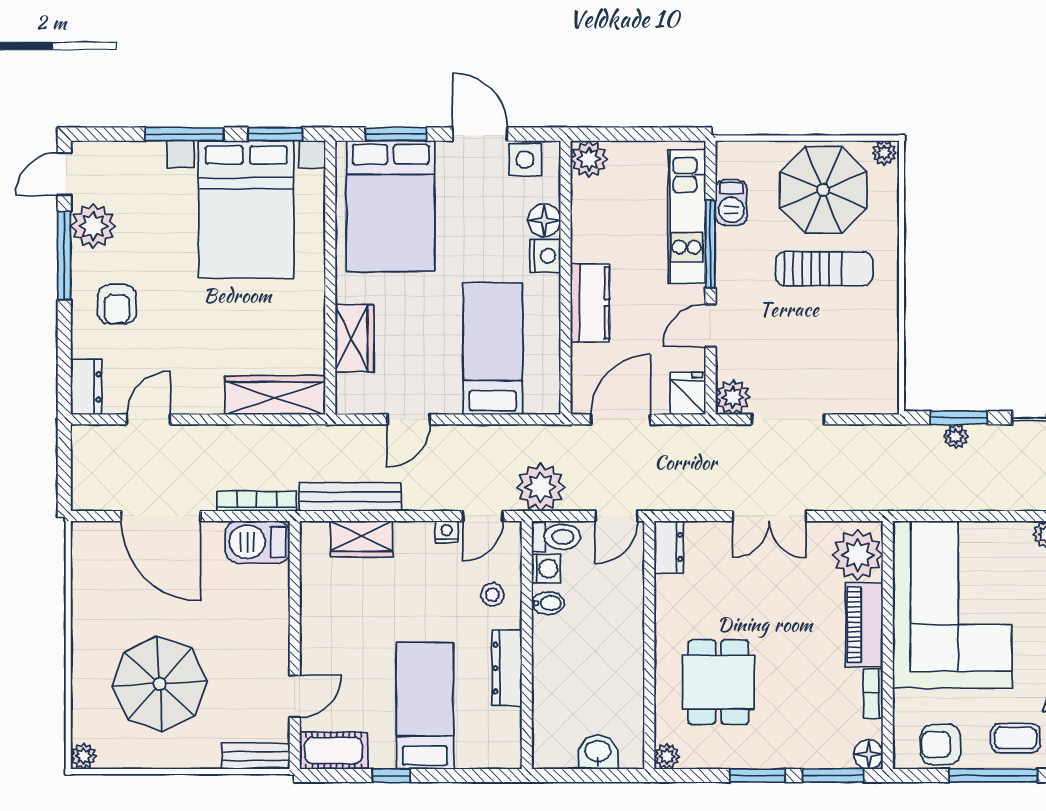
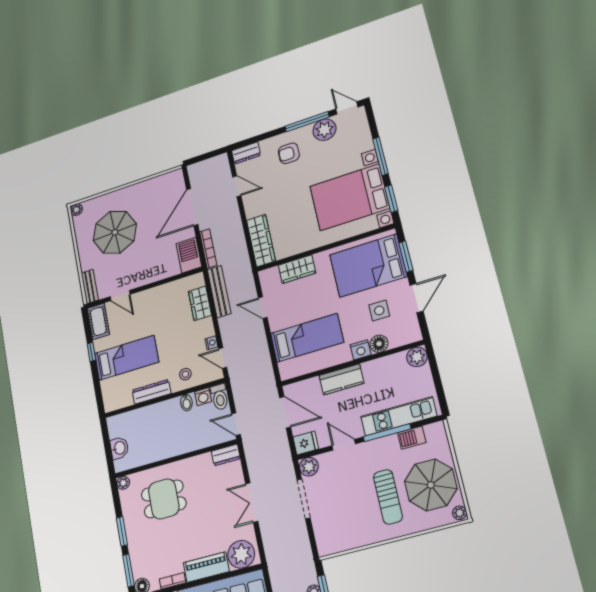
side table: (525, 160) -> (379, 311), moved
plant: (541, 487) -> (243, 382), removed

